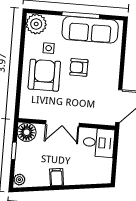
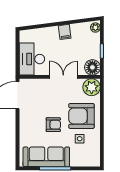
plant: (36, 24) -> (92, 87), moved
armchair: (44, 75) -> (81, 116), turned 90
desk: (99, 143) -> (32, 59), width x1.37

